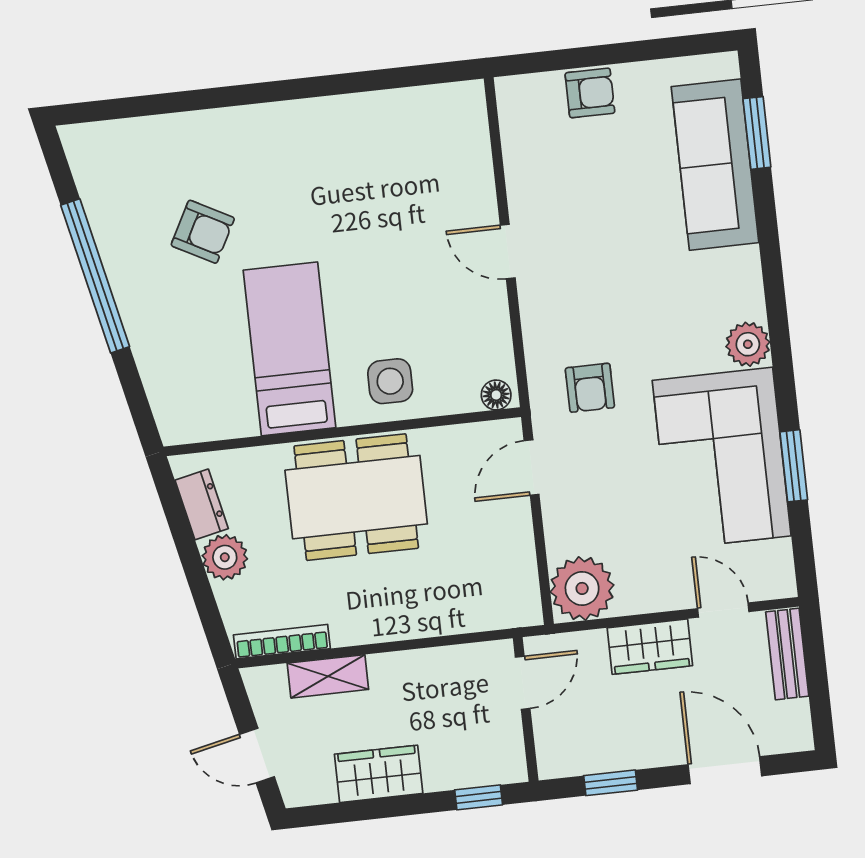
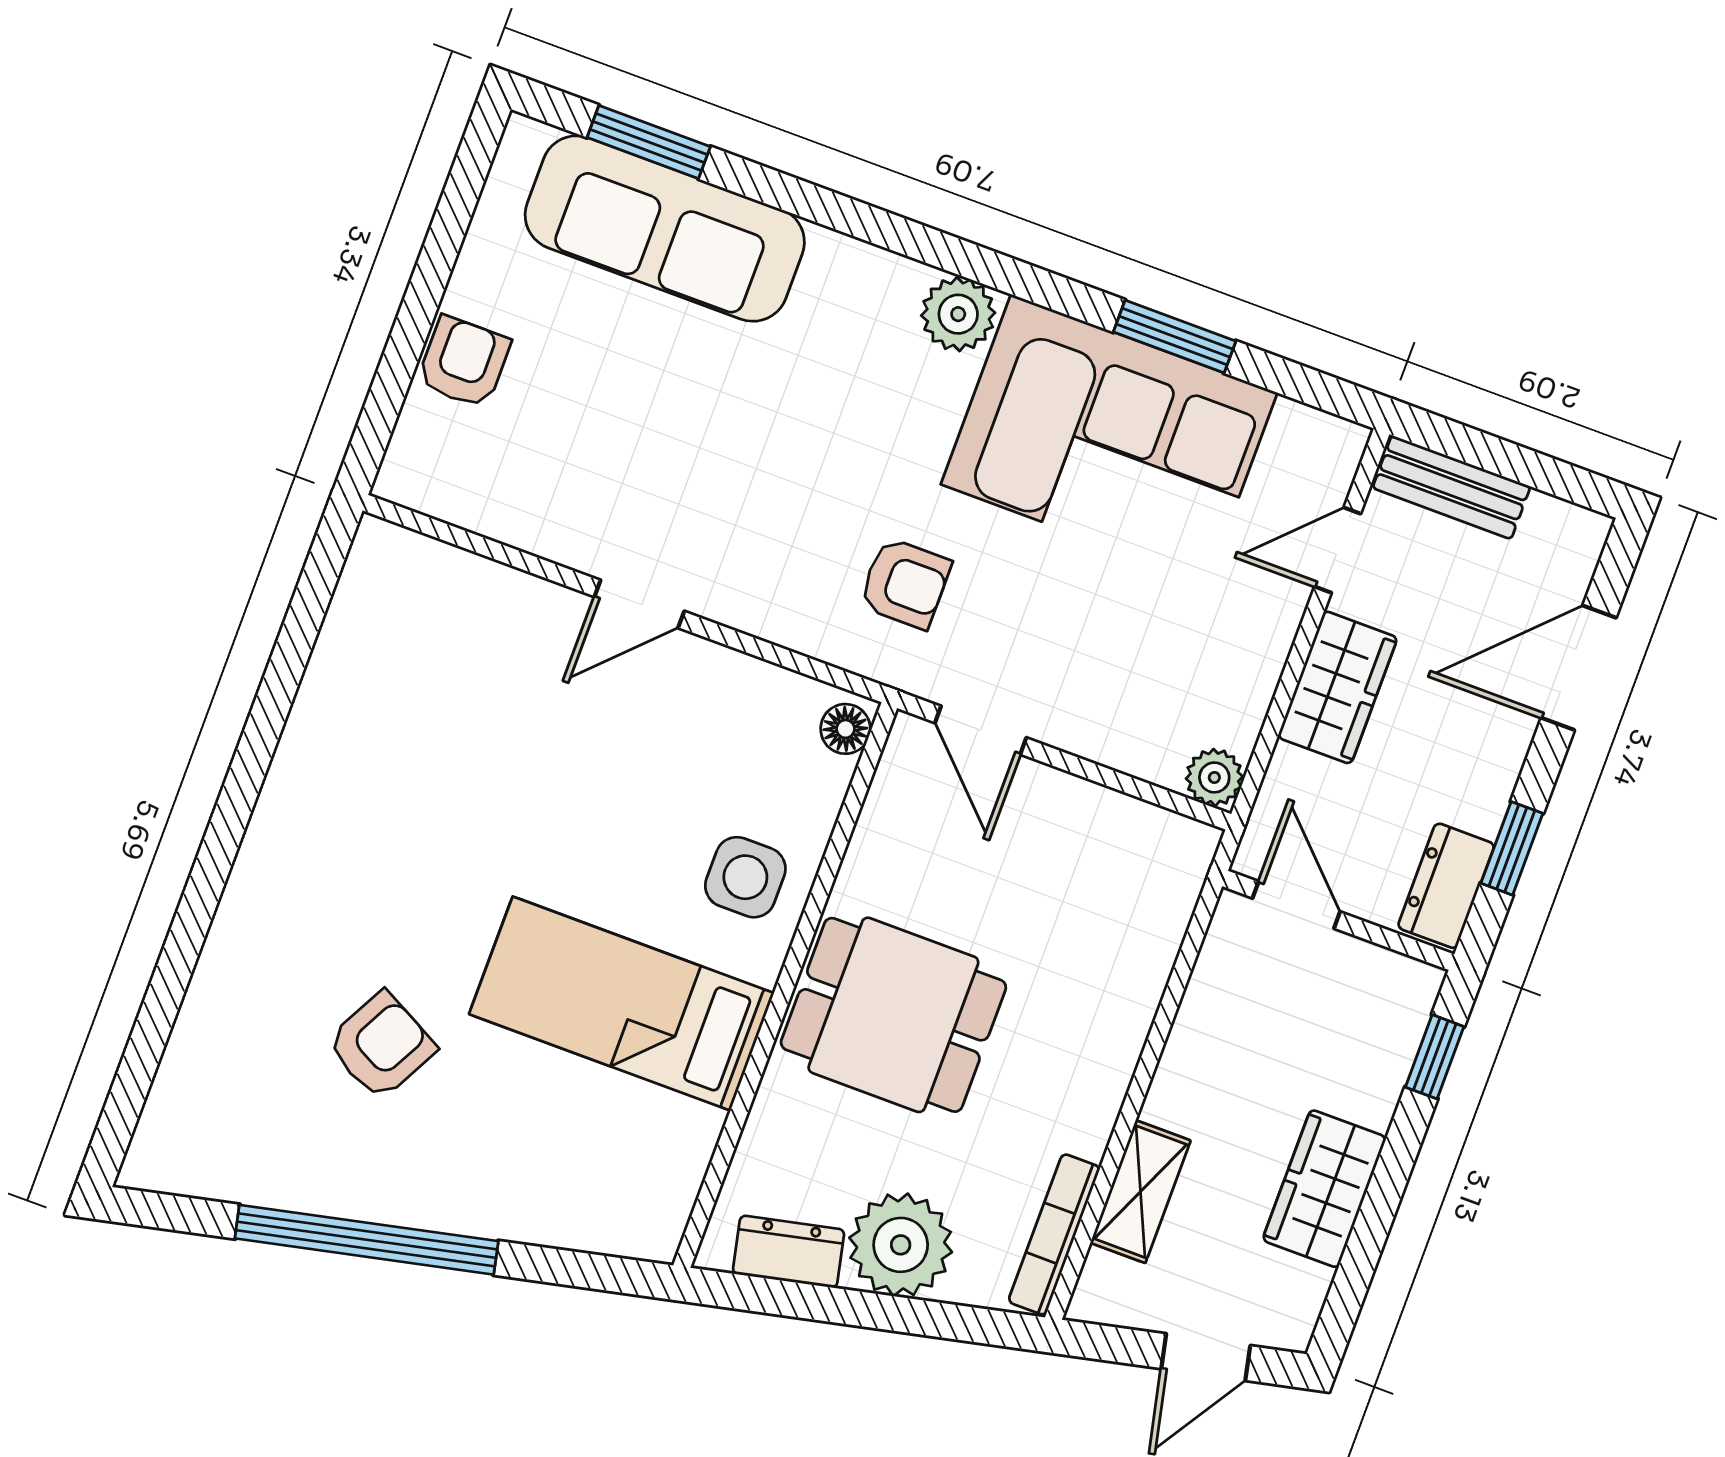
dining table: (356, 497) -> (893, 1015), width x0.73
plant: (225, 557) -> (901, 1245), width x1.36, depth x1.36
plant: (582, 588) -> (1214, 777), width x0.53, depth x0.53
dresser: (573, 758) -> (1446, 886), added

